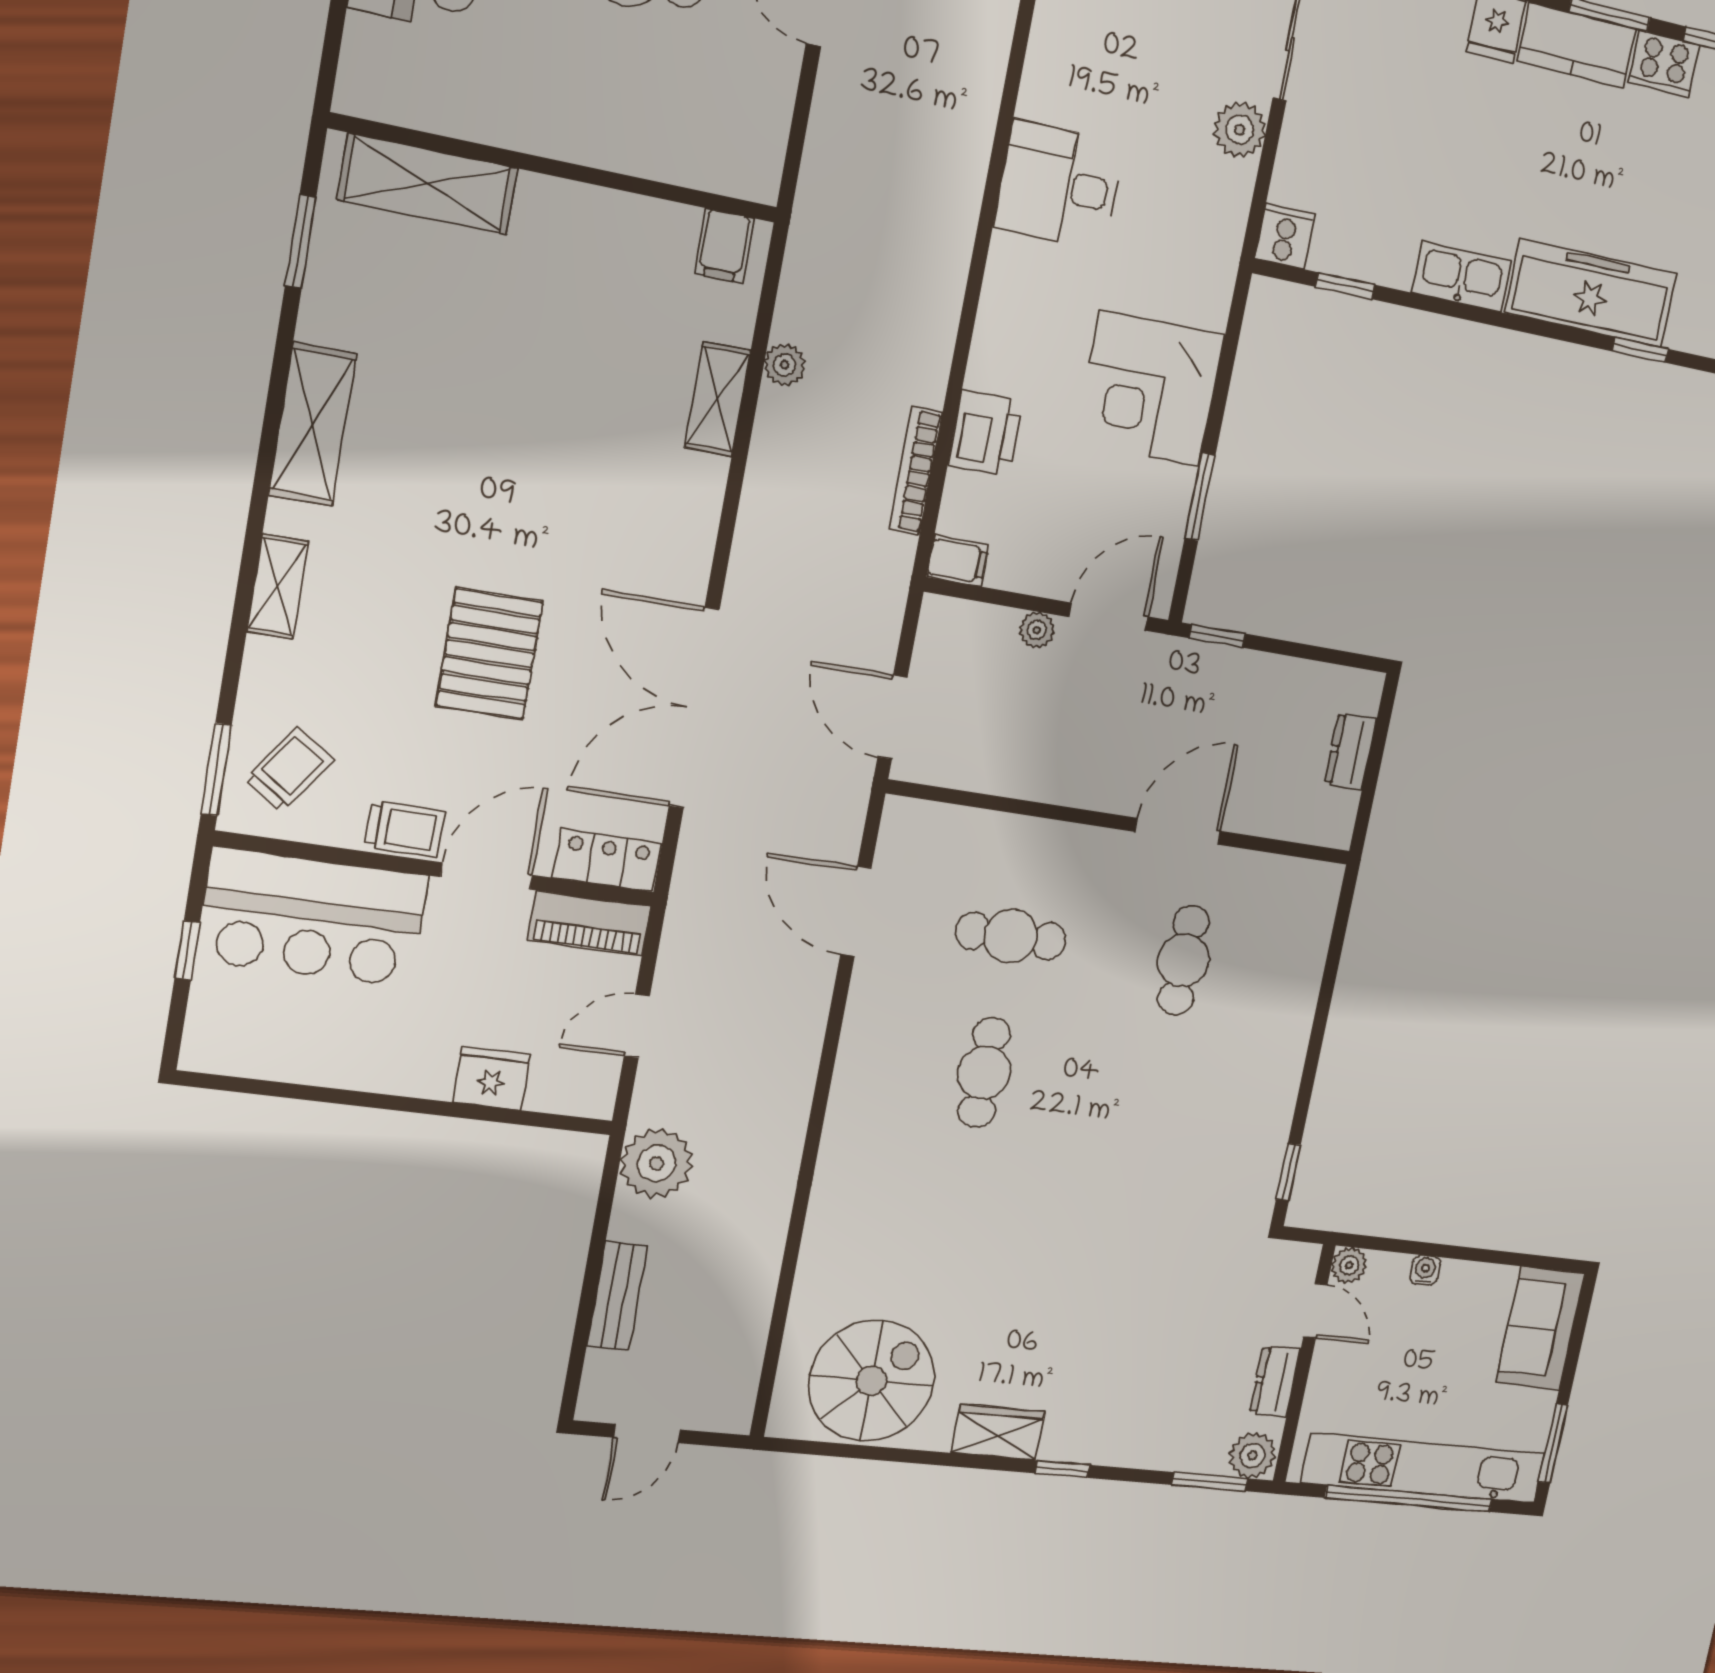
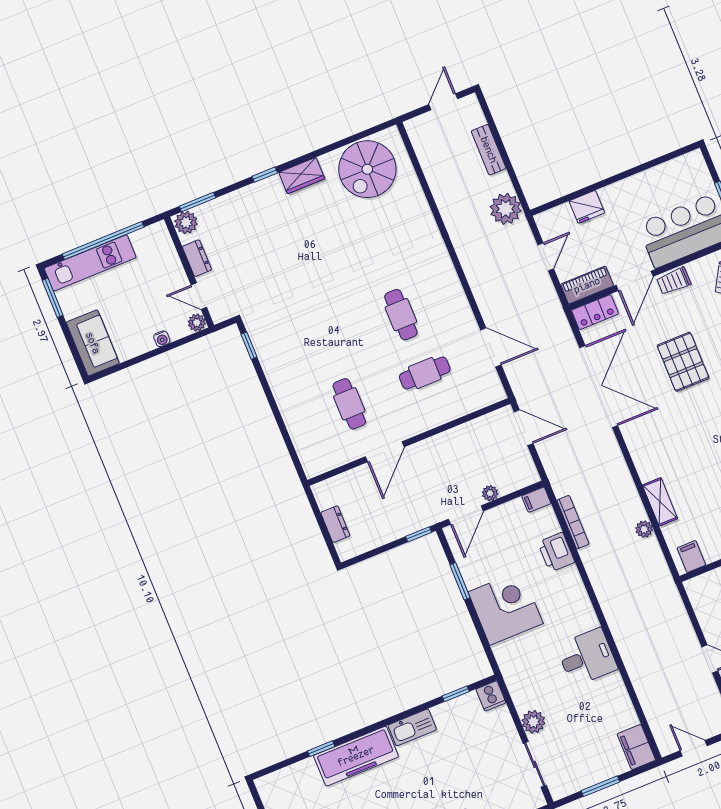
kitchen unit: (1424, 1468) -> (90, 263), width x0.73

